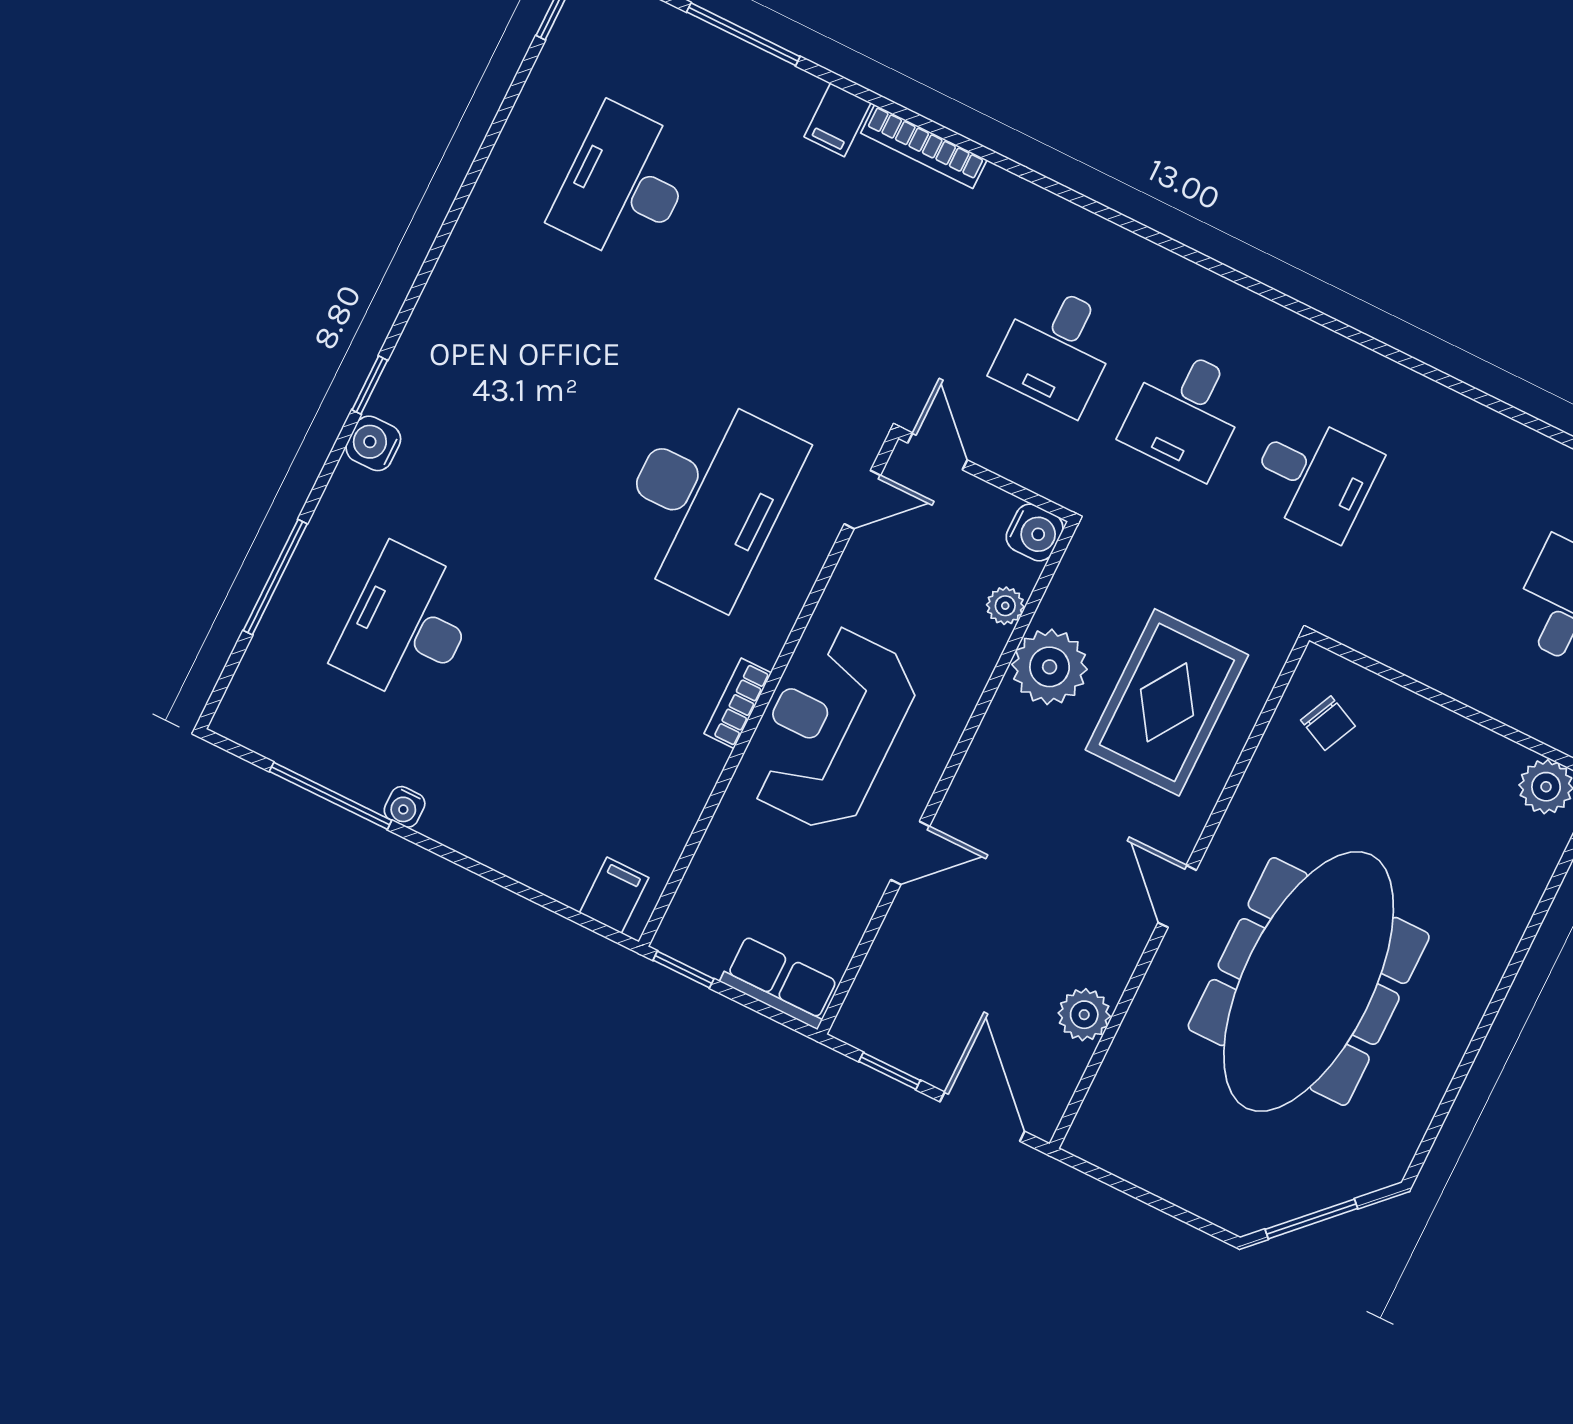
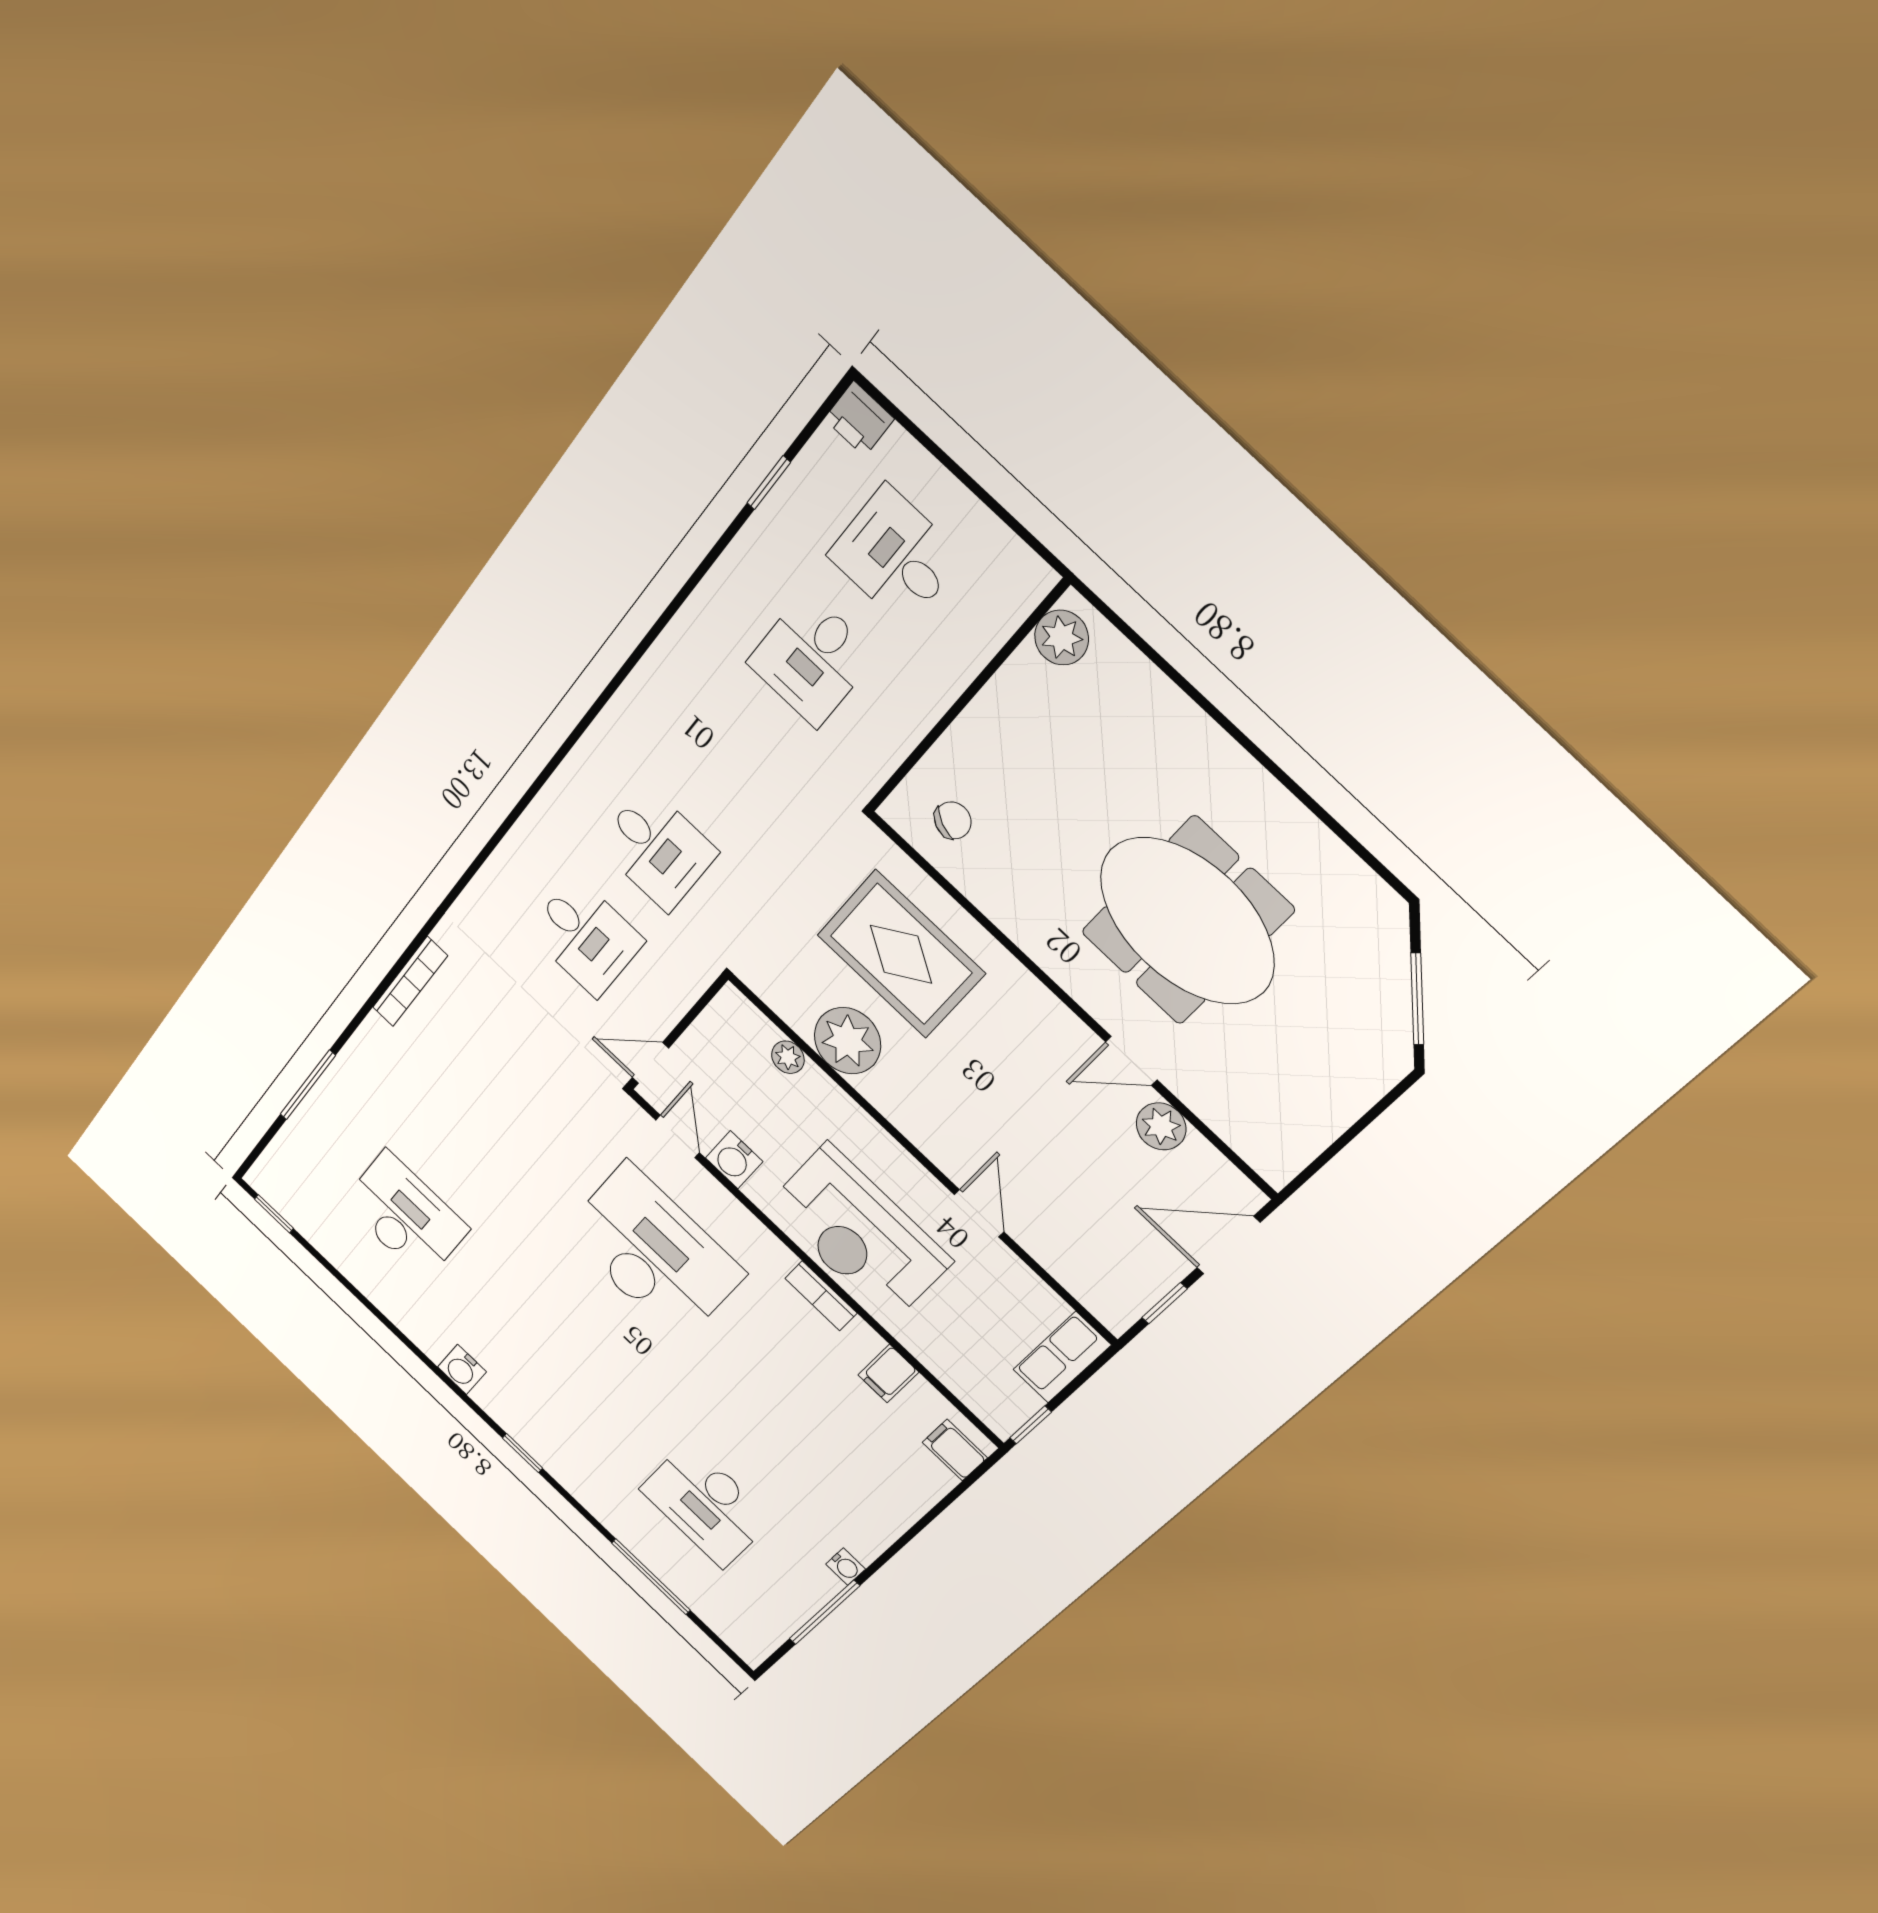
filing cabinet: (838, 120) -> (888, 1374), moved, turned 90
desk: (624, 184) -> (405, 1216), turned 180
water cooler: (373, 443) -> (462, 1369), moved
desk: (1315, 476) -> (812, 659), moved, turned 180
water cooler: (1035, 532) -> (734, 1160), moved, turned 180
door: (1177, 896) -> (1131, 1061), moved
meeting table: (1309, 981) -> (1187, 921), width x0.73

